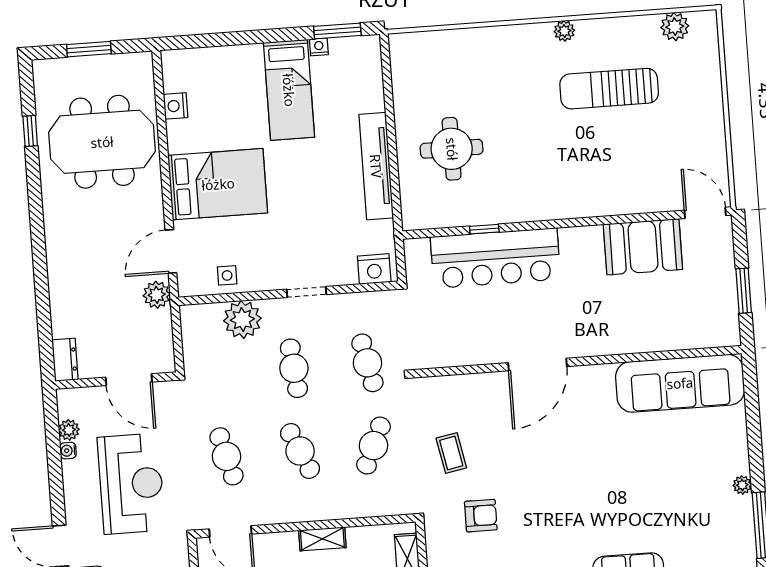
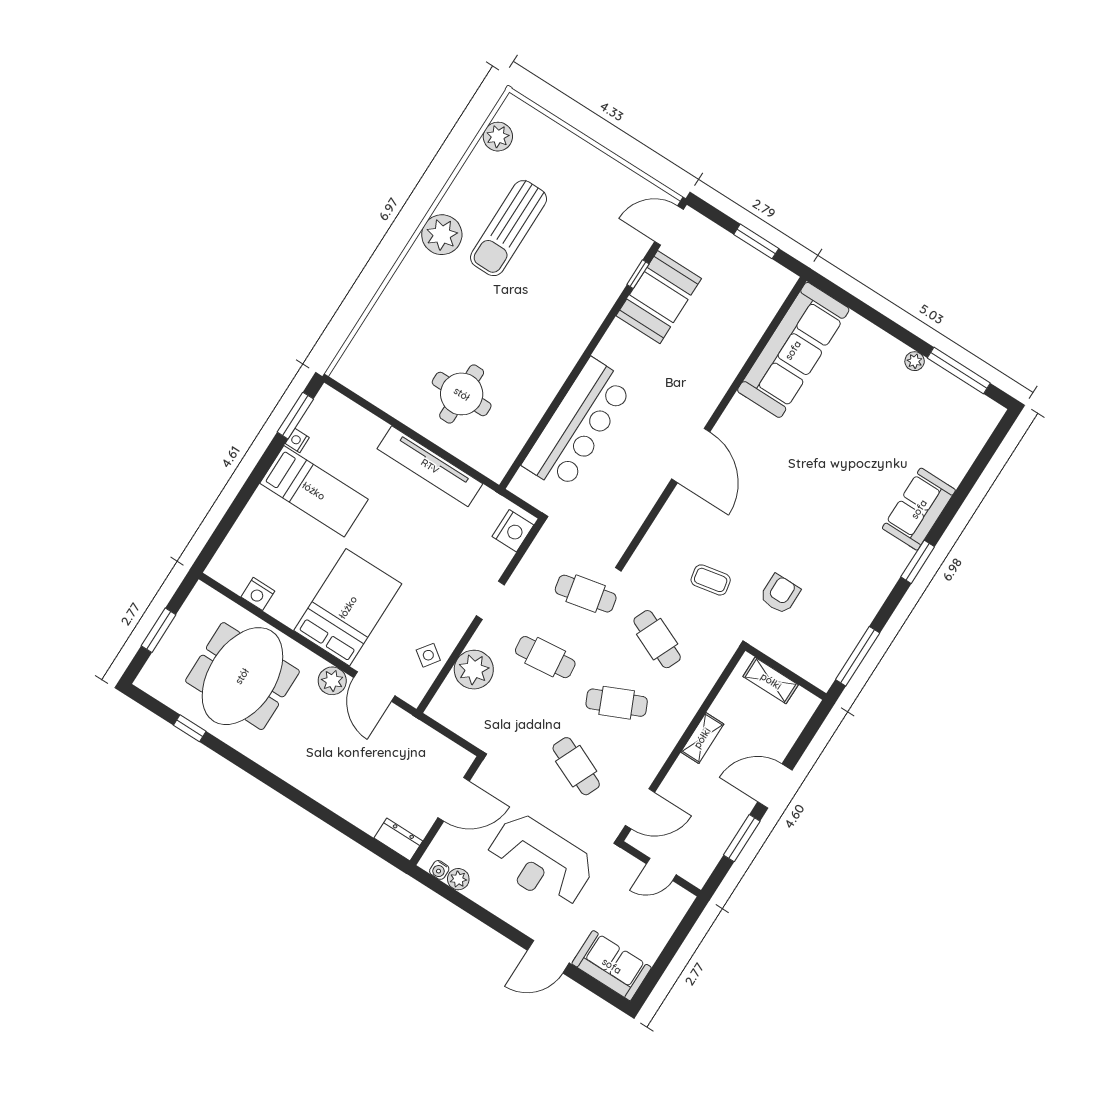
plant: (564, 31) -> (442, 235), width x1.88, depth x1.88
window: (484, 229) -> (638, 274), moved
side table: (227, 275) -> (428, 655), turned 36
plant: (157, 295) -> (332, 681), moved
water cooler: (68, 451) -> (439, 870), moved
cafe table: (227, 456) -> (576, 766), turned 39
reception desk: (131, 484) -> (540, 861), turned 180

